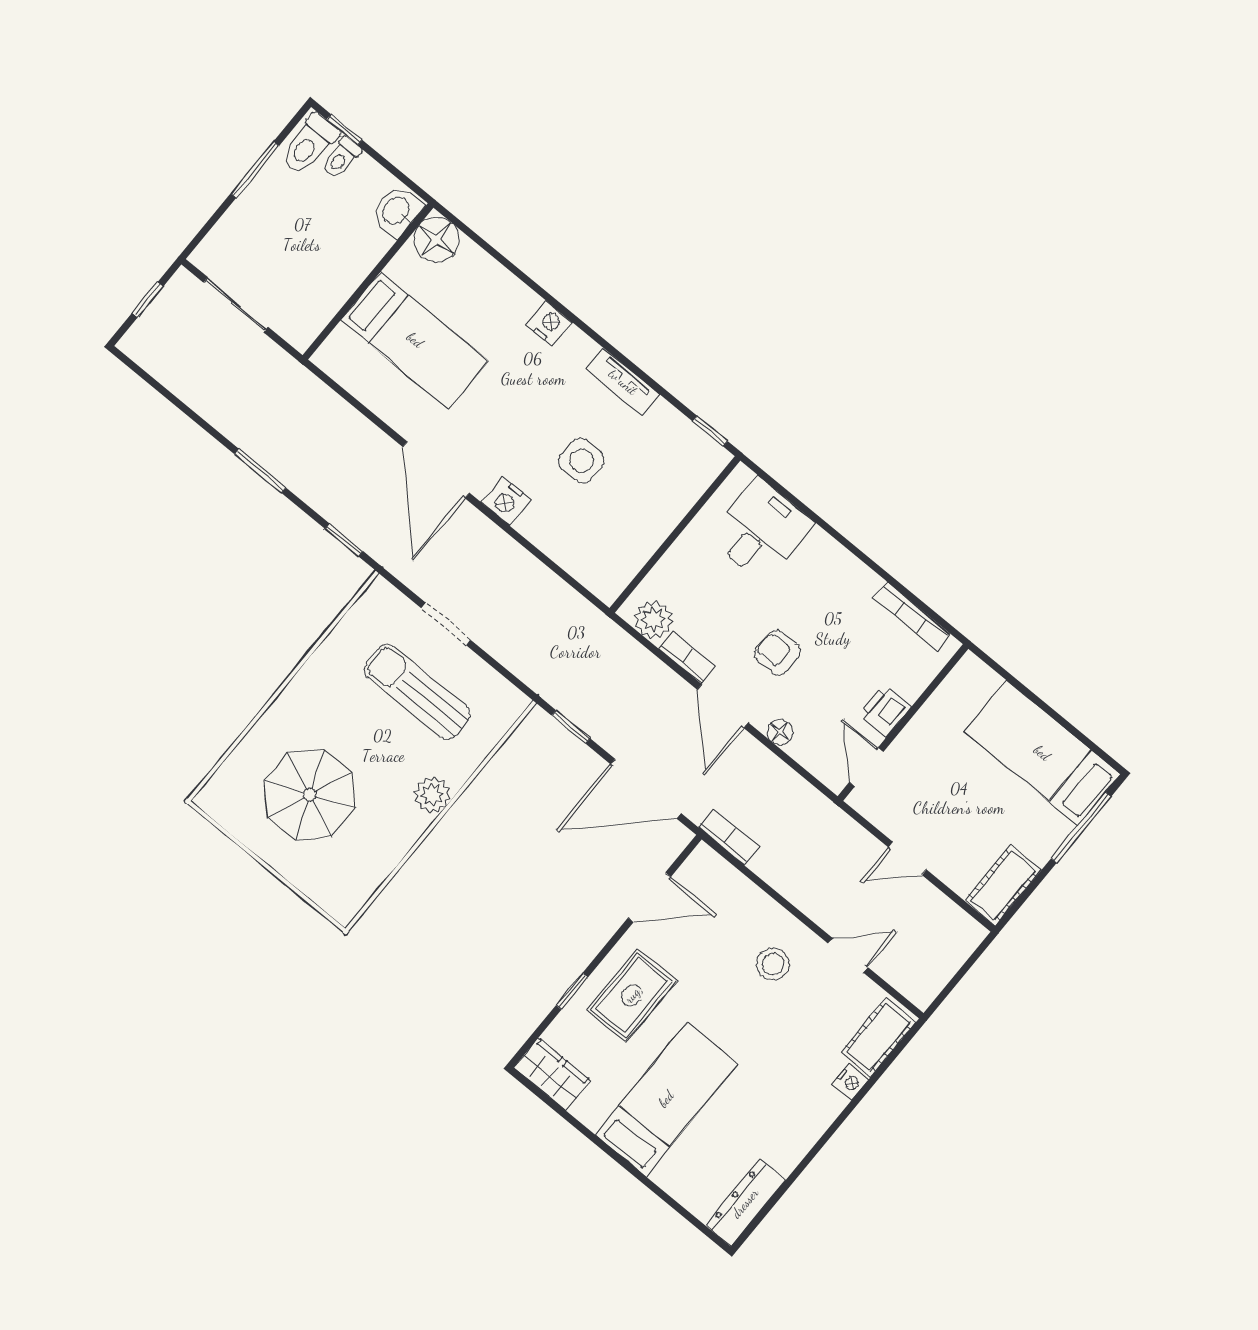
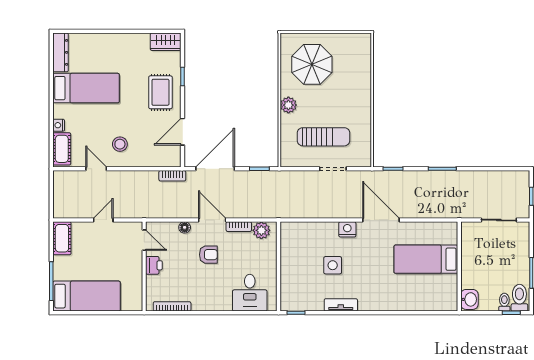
floor lamp: (436, 240) -> (447, 301), removed
nightstand: (549, 324) -> (384, 304), removed
parasol: (310, 795) -> (312, 64), moved
door: (848, 955) -> (96, 169), swing flipped
bed: (666, 1099) -> (86, 88), moved, turned -90

